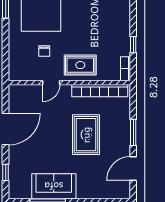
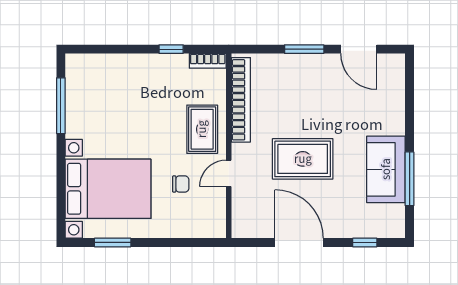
door: (51, 83) -> (229, 173), swing flipped
rug: (86, 135) -> (303, 159), moved

